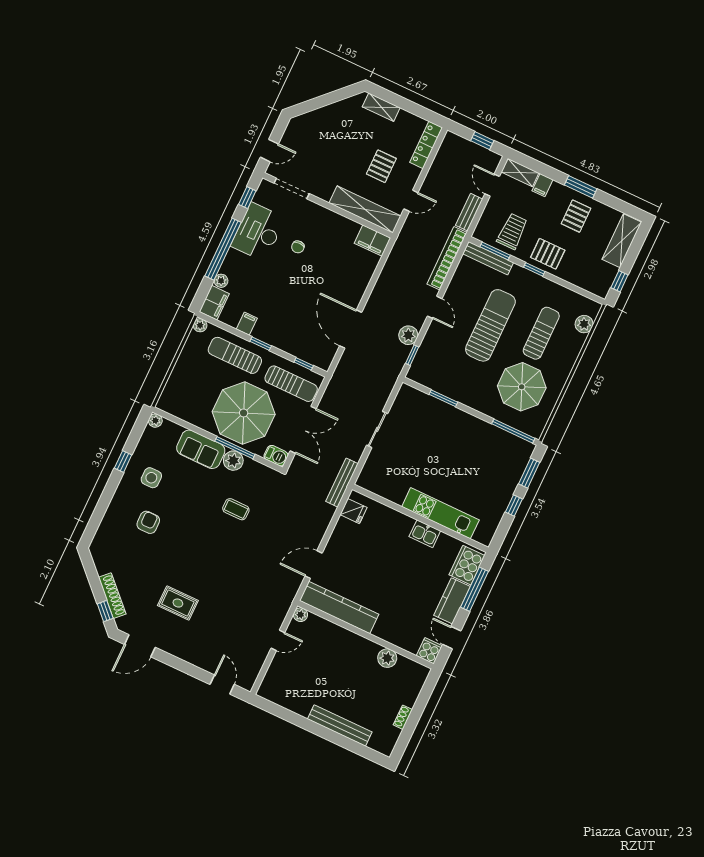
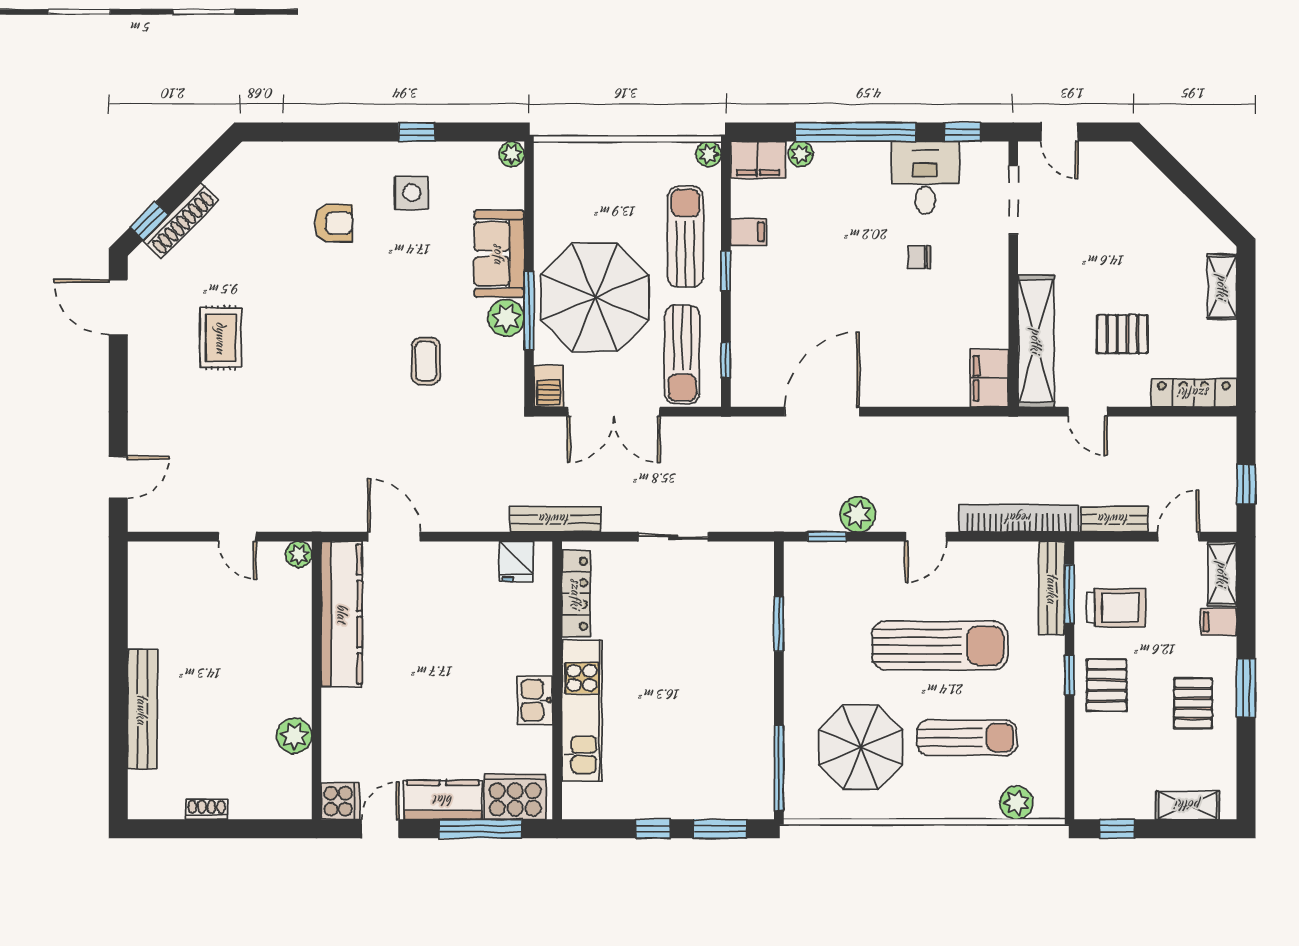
pallet: (576, 216) -> (1193, 703), turned 90
desk: (258, 232) -> (925, 178), width x0.73
shelving: (622, 241) -> (1188, 805), width x0.67, depth x0.75
locker: (383, 489) -> (576, 594), added

